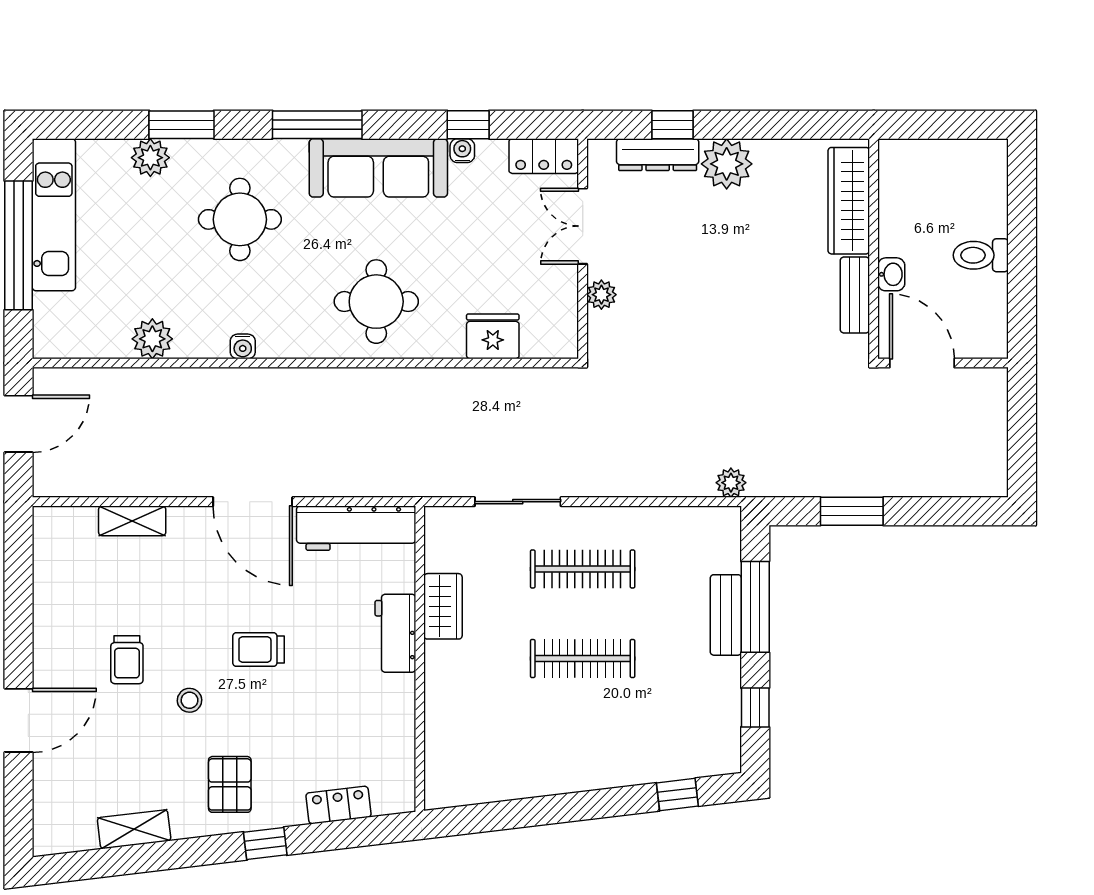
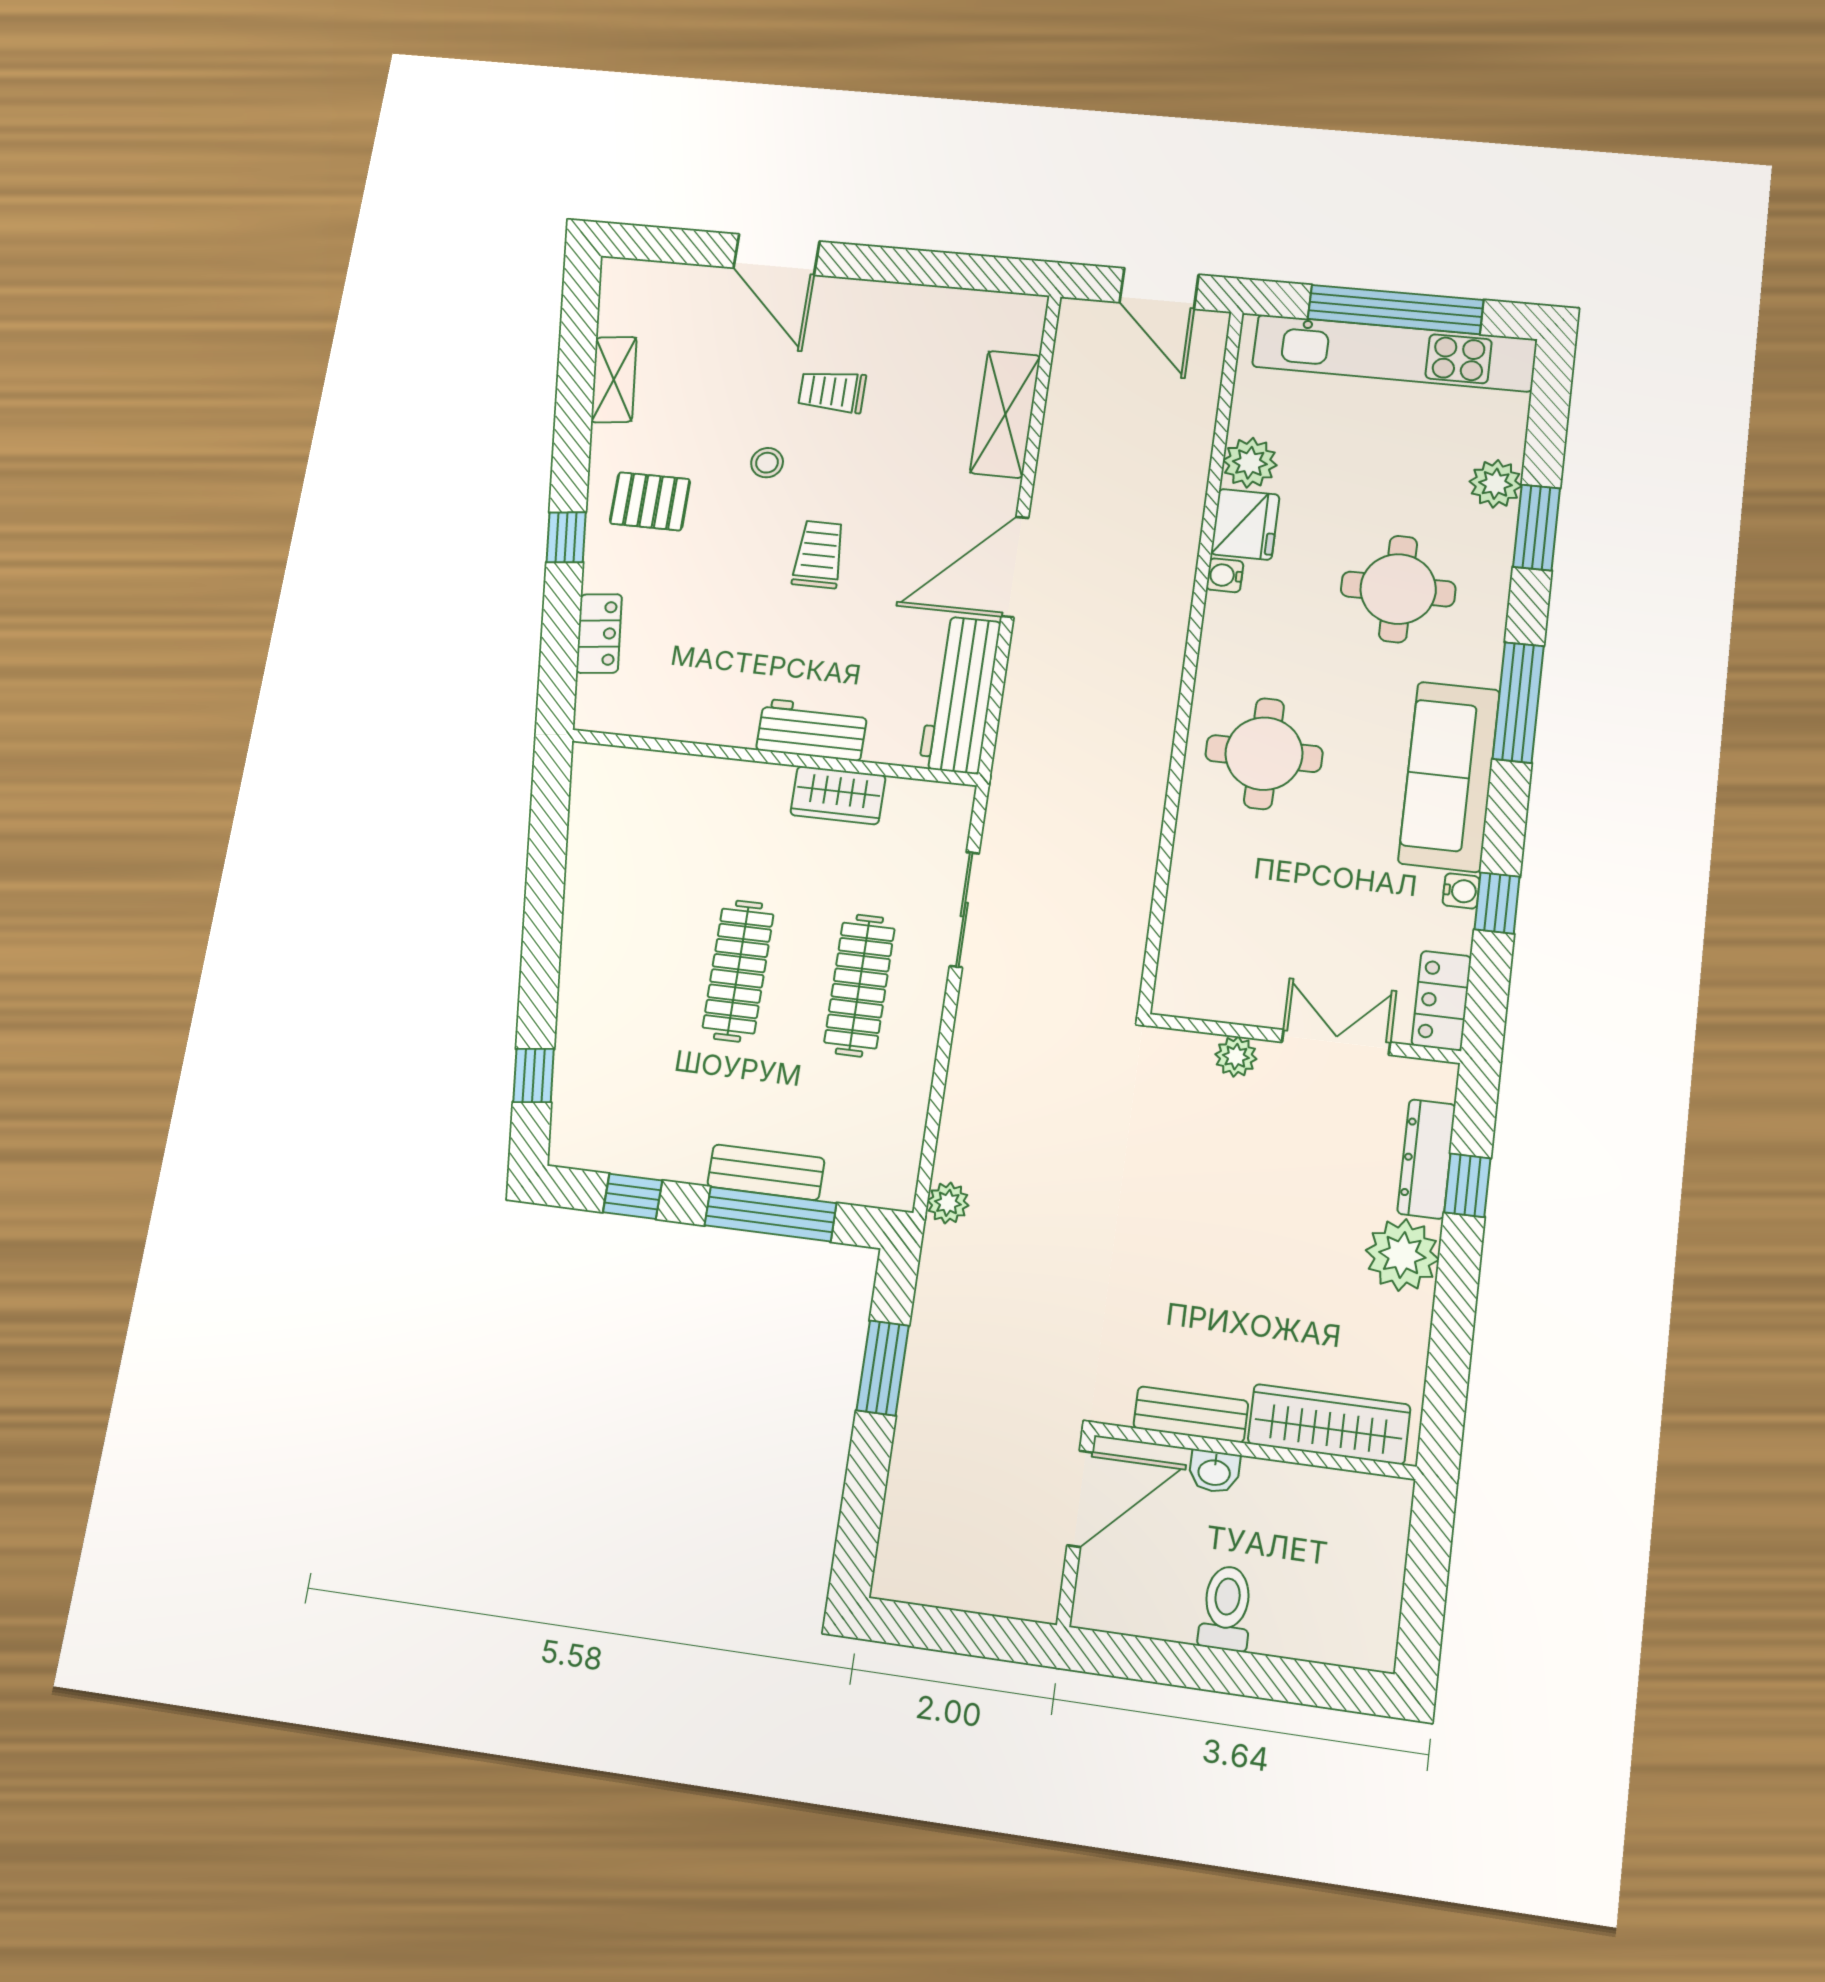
kitchen unit: (54, 215) -> (1394, 353), width x1.36
fridge: (493, 336) -> (1245, 524), moved
shelving: (132, 521) -> (1005, 414), width x1.50, depth x1.33

